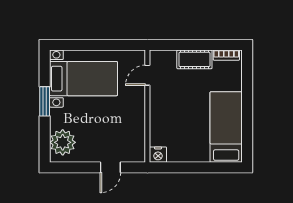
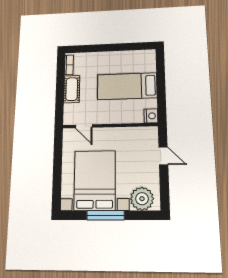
bed with nightstands: (84, 79) -> (95, 180), width x1.36
window: (45, 101) -> (105, 215), width x1.44
bed: (226, 127) -> (127, 86), moved

